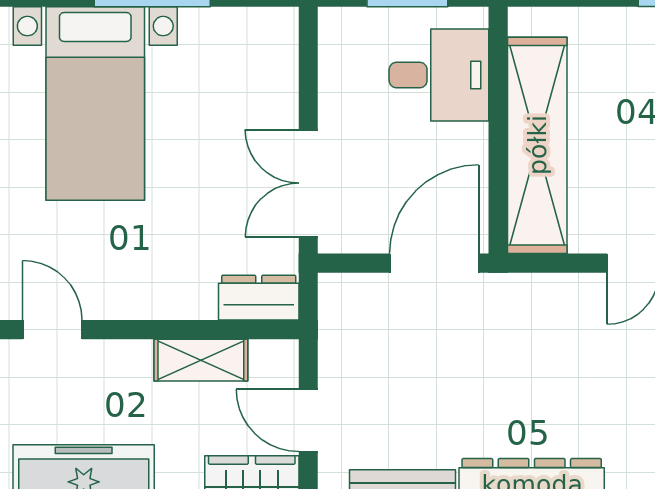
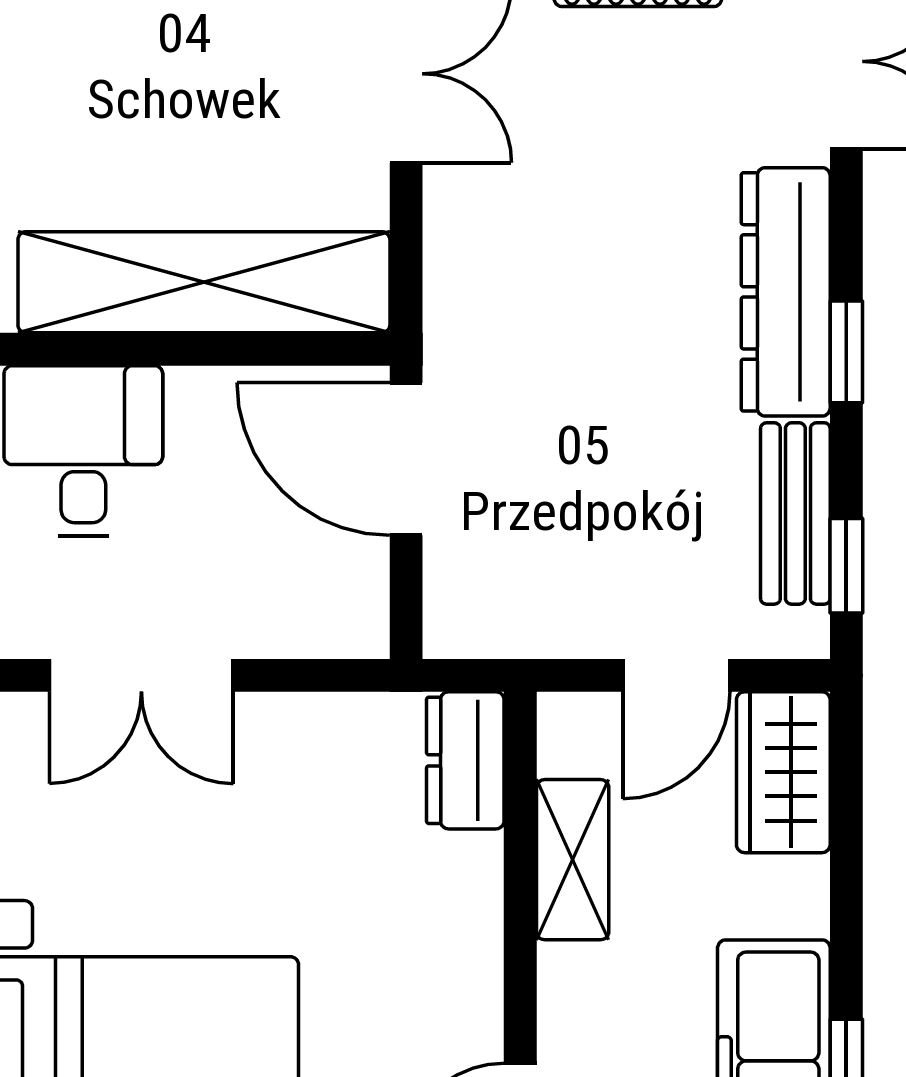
double door: (308, 183) -> (141, 675), moved

